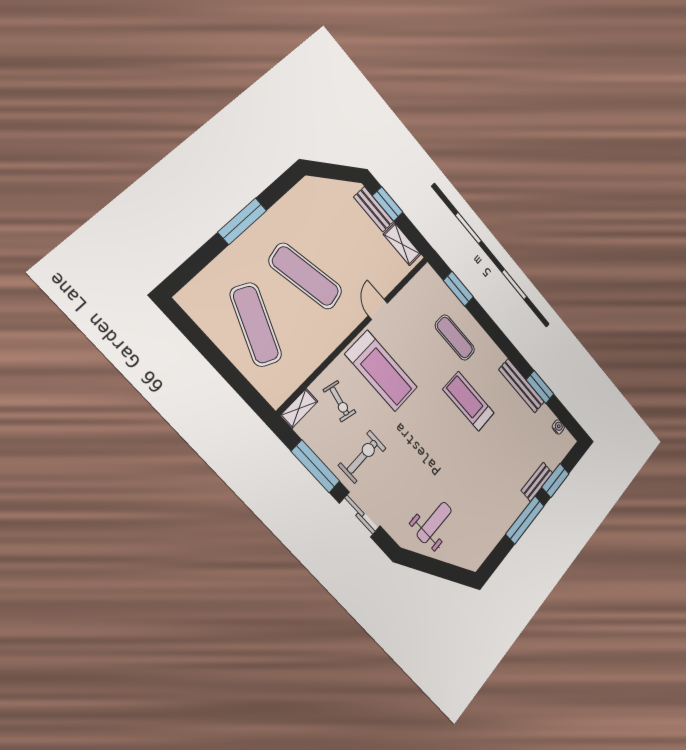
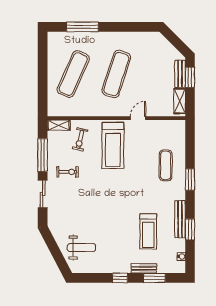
window: (242, 221) -> (82, 27), moved
exercise mat: (306, 276) -> (116, 74), turned 30
window: (458, 289) -> (190, 180), moved
treadmill: (468, 401) -> (148, 231), moved, turned 180
exercise bike: (362, 457) -> (68, 172), width x0.73, depth x0.72
window: (525, 520) -> (120, 278), width x0.46
weight bench: (434, 522) -> (82, 248), moved

